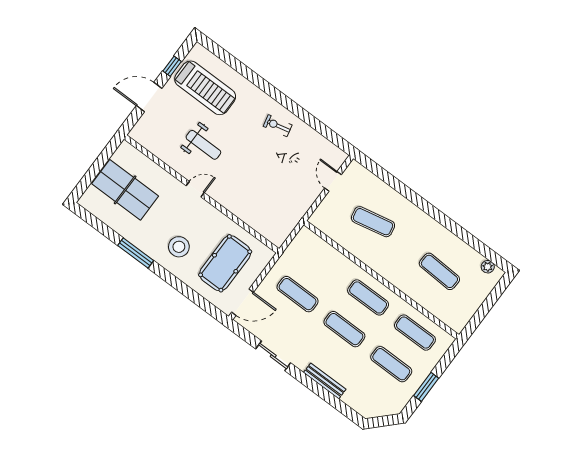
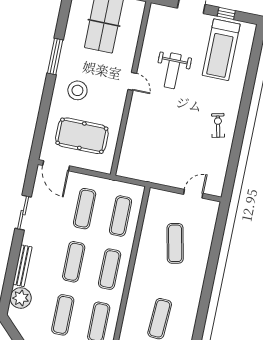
exercise mat: (321, 262) -> (121, 216), added
plant: (355, 398) -> (21, 298), added

